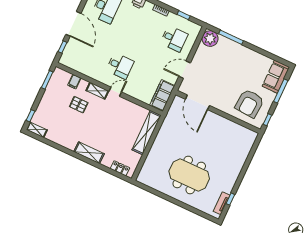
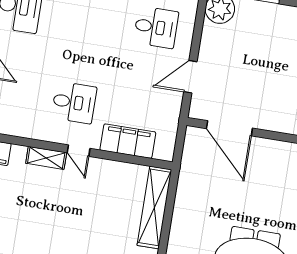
door: (115, 92) -> (79, 151), swing flipped
filing cabinet: (162, 95) -> (128, 141), moved, turned 90
pallet: (79, 105) -> (20, 192), removed

